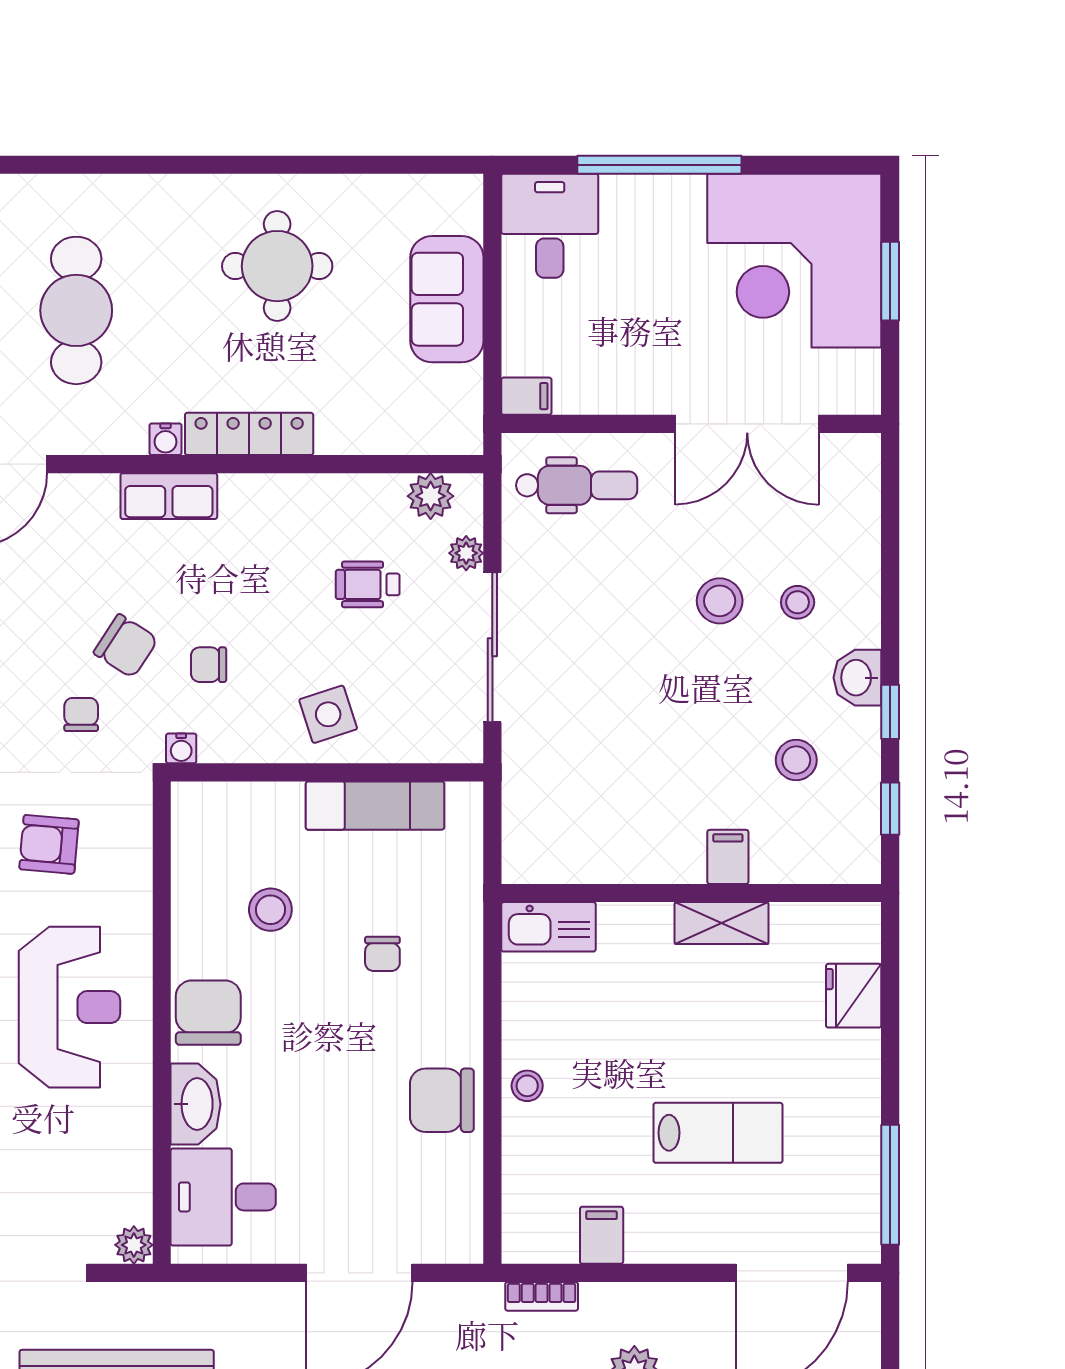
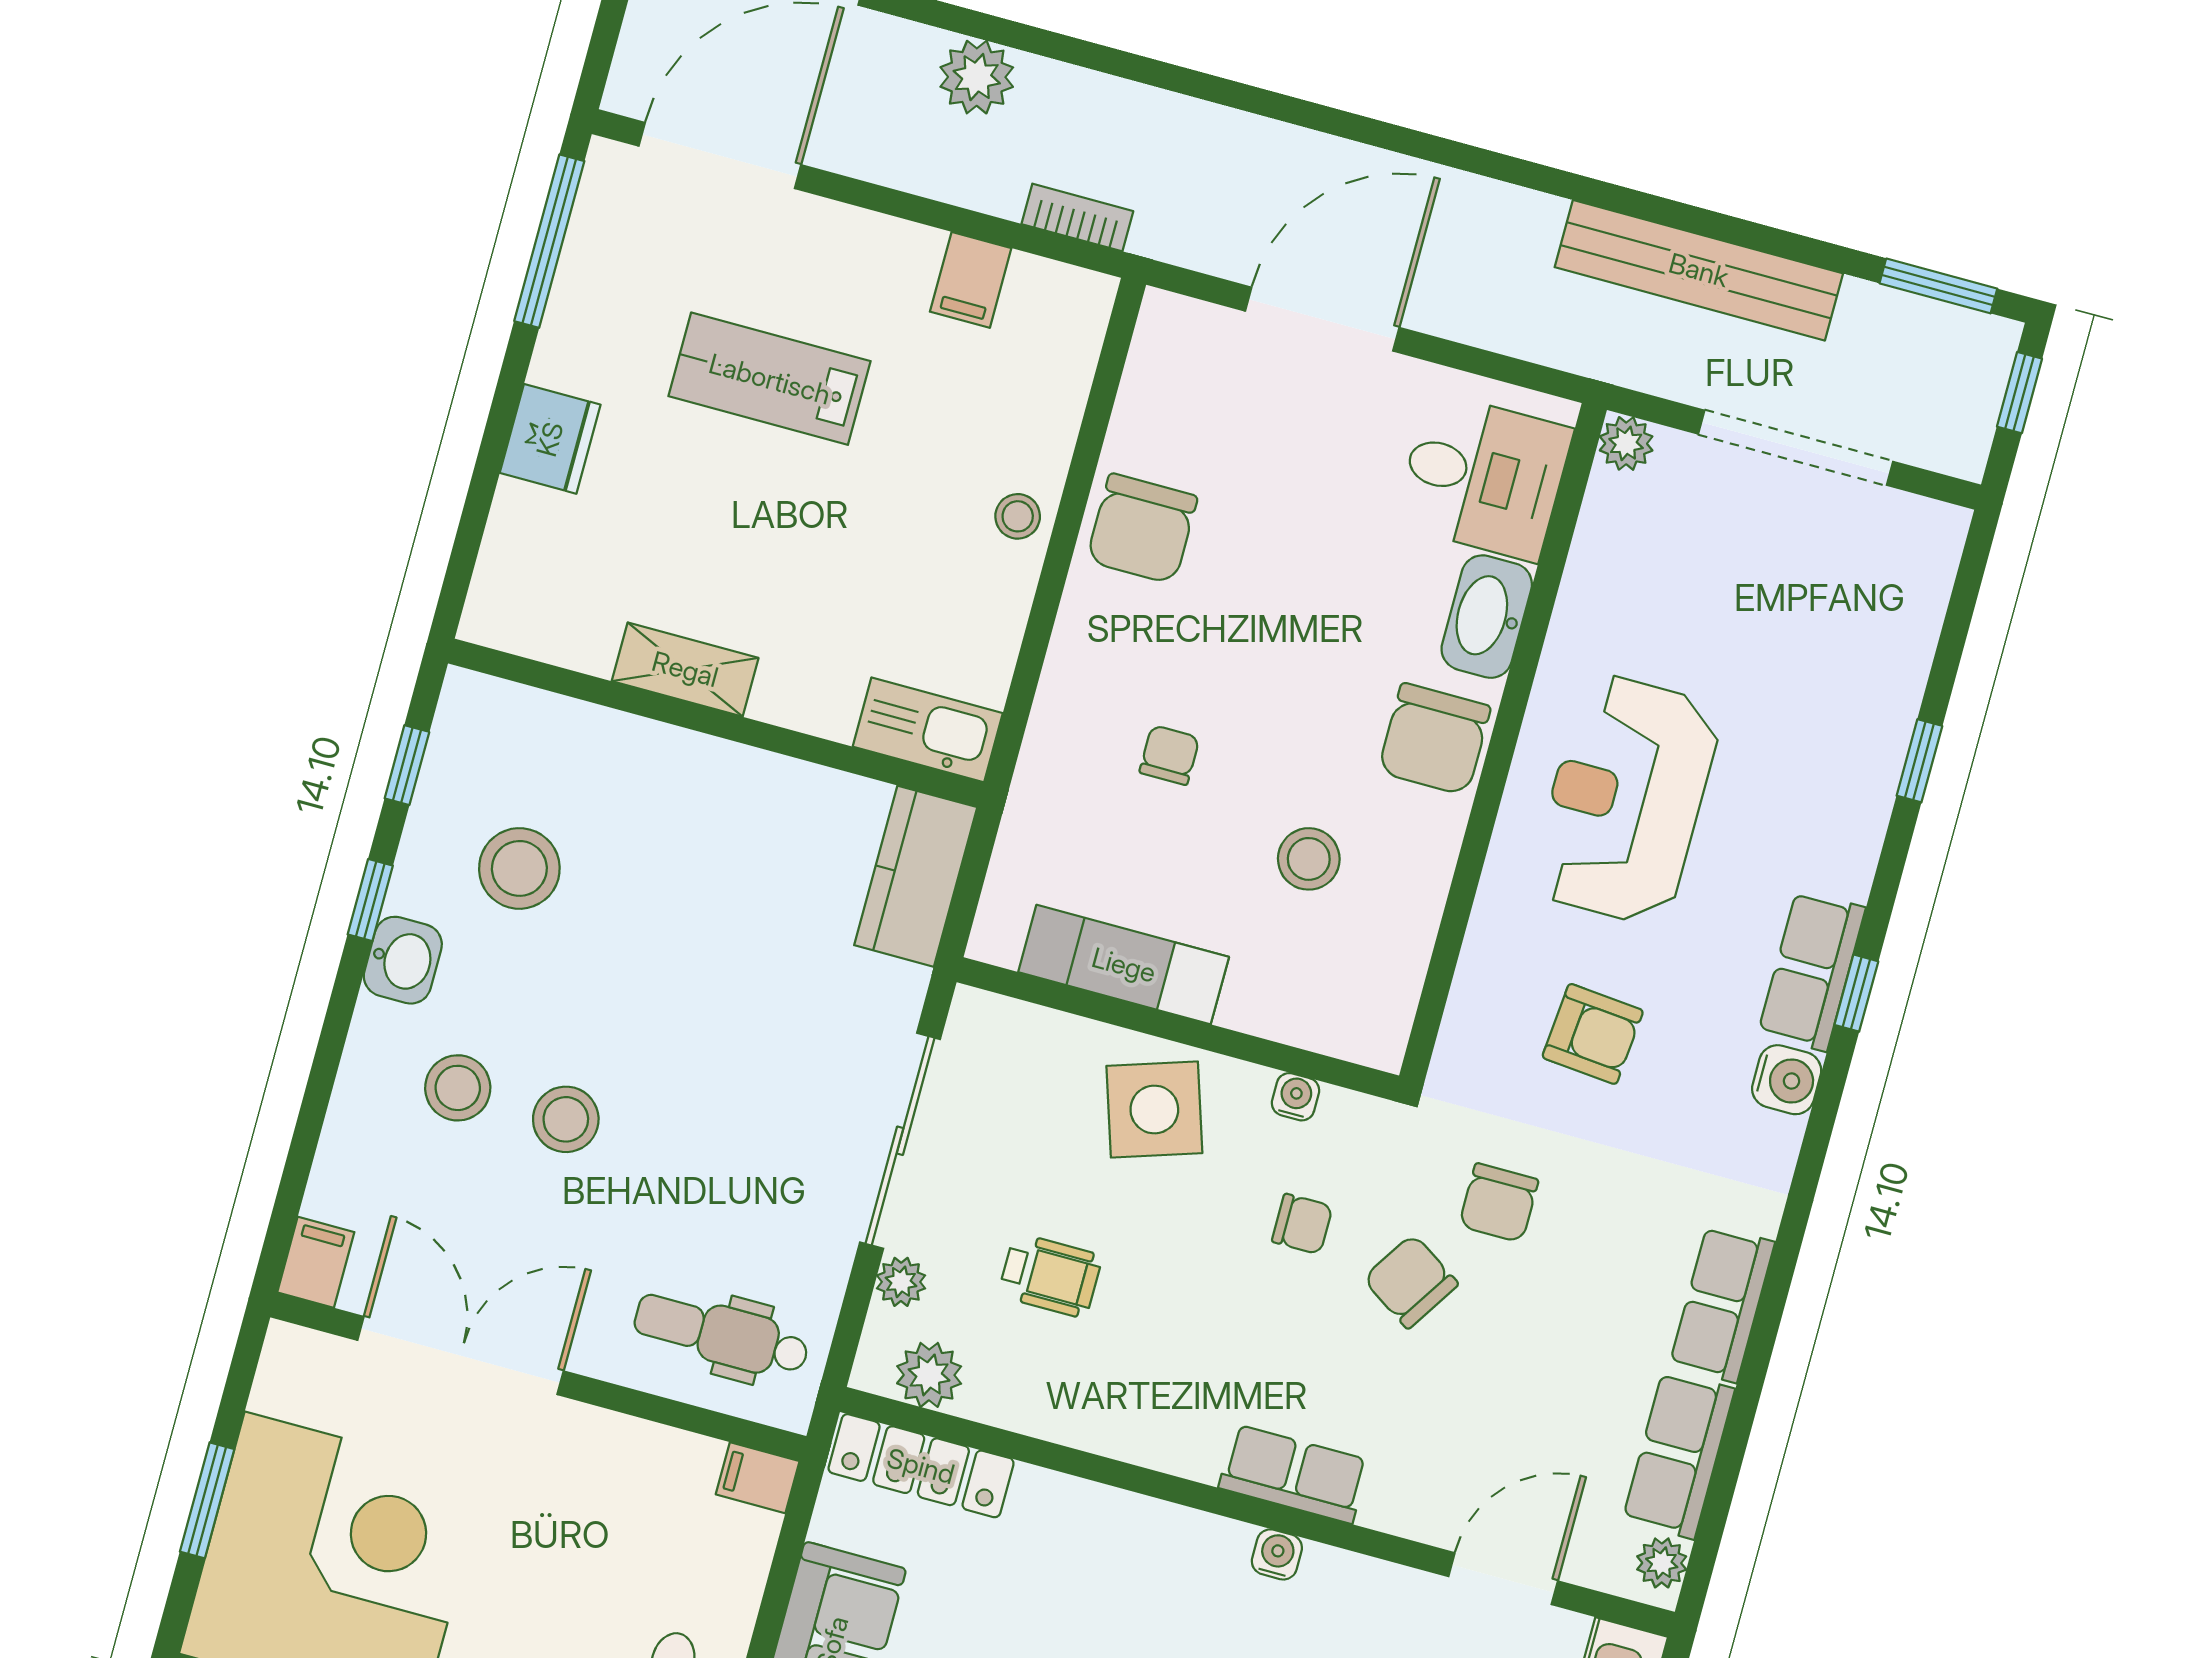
locker: (249, 434) -> (921, 1466), moved
stool: (798, 602) -> (458, 1088), width x1.37, depth x1.37
side table: (328, 714) -> (1154, 1109), width x1.37, depth x1.37
chair: (81, 715) -> (1499, 1203), width x1.37, depth x1.37
water cooler: (181, 748) -> (1295, 1097), moved
stool: (796, 760) -> (519, 868), width x1.38, depth x1.38
kitchen counter: (530, 827) -> (916, 876), added
filing cabinet: (728, 857) -> (316, 1262), moved, turned 180
fridge: (854, 996) -> (550, 439), moved
chair: (442, 1100) -> (1142, 529), turned 90

